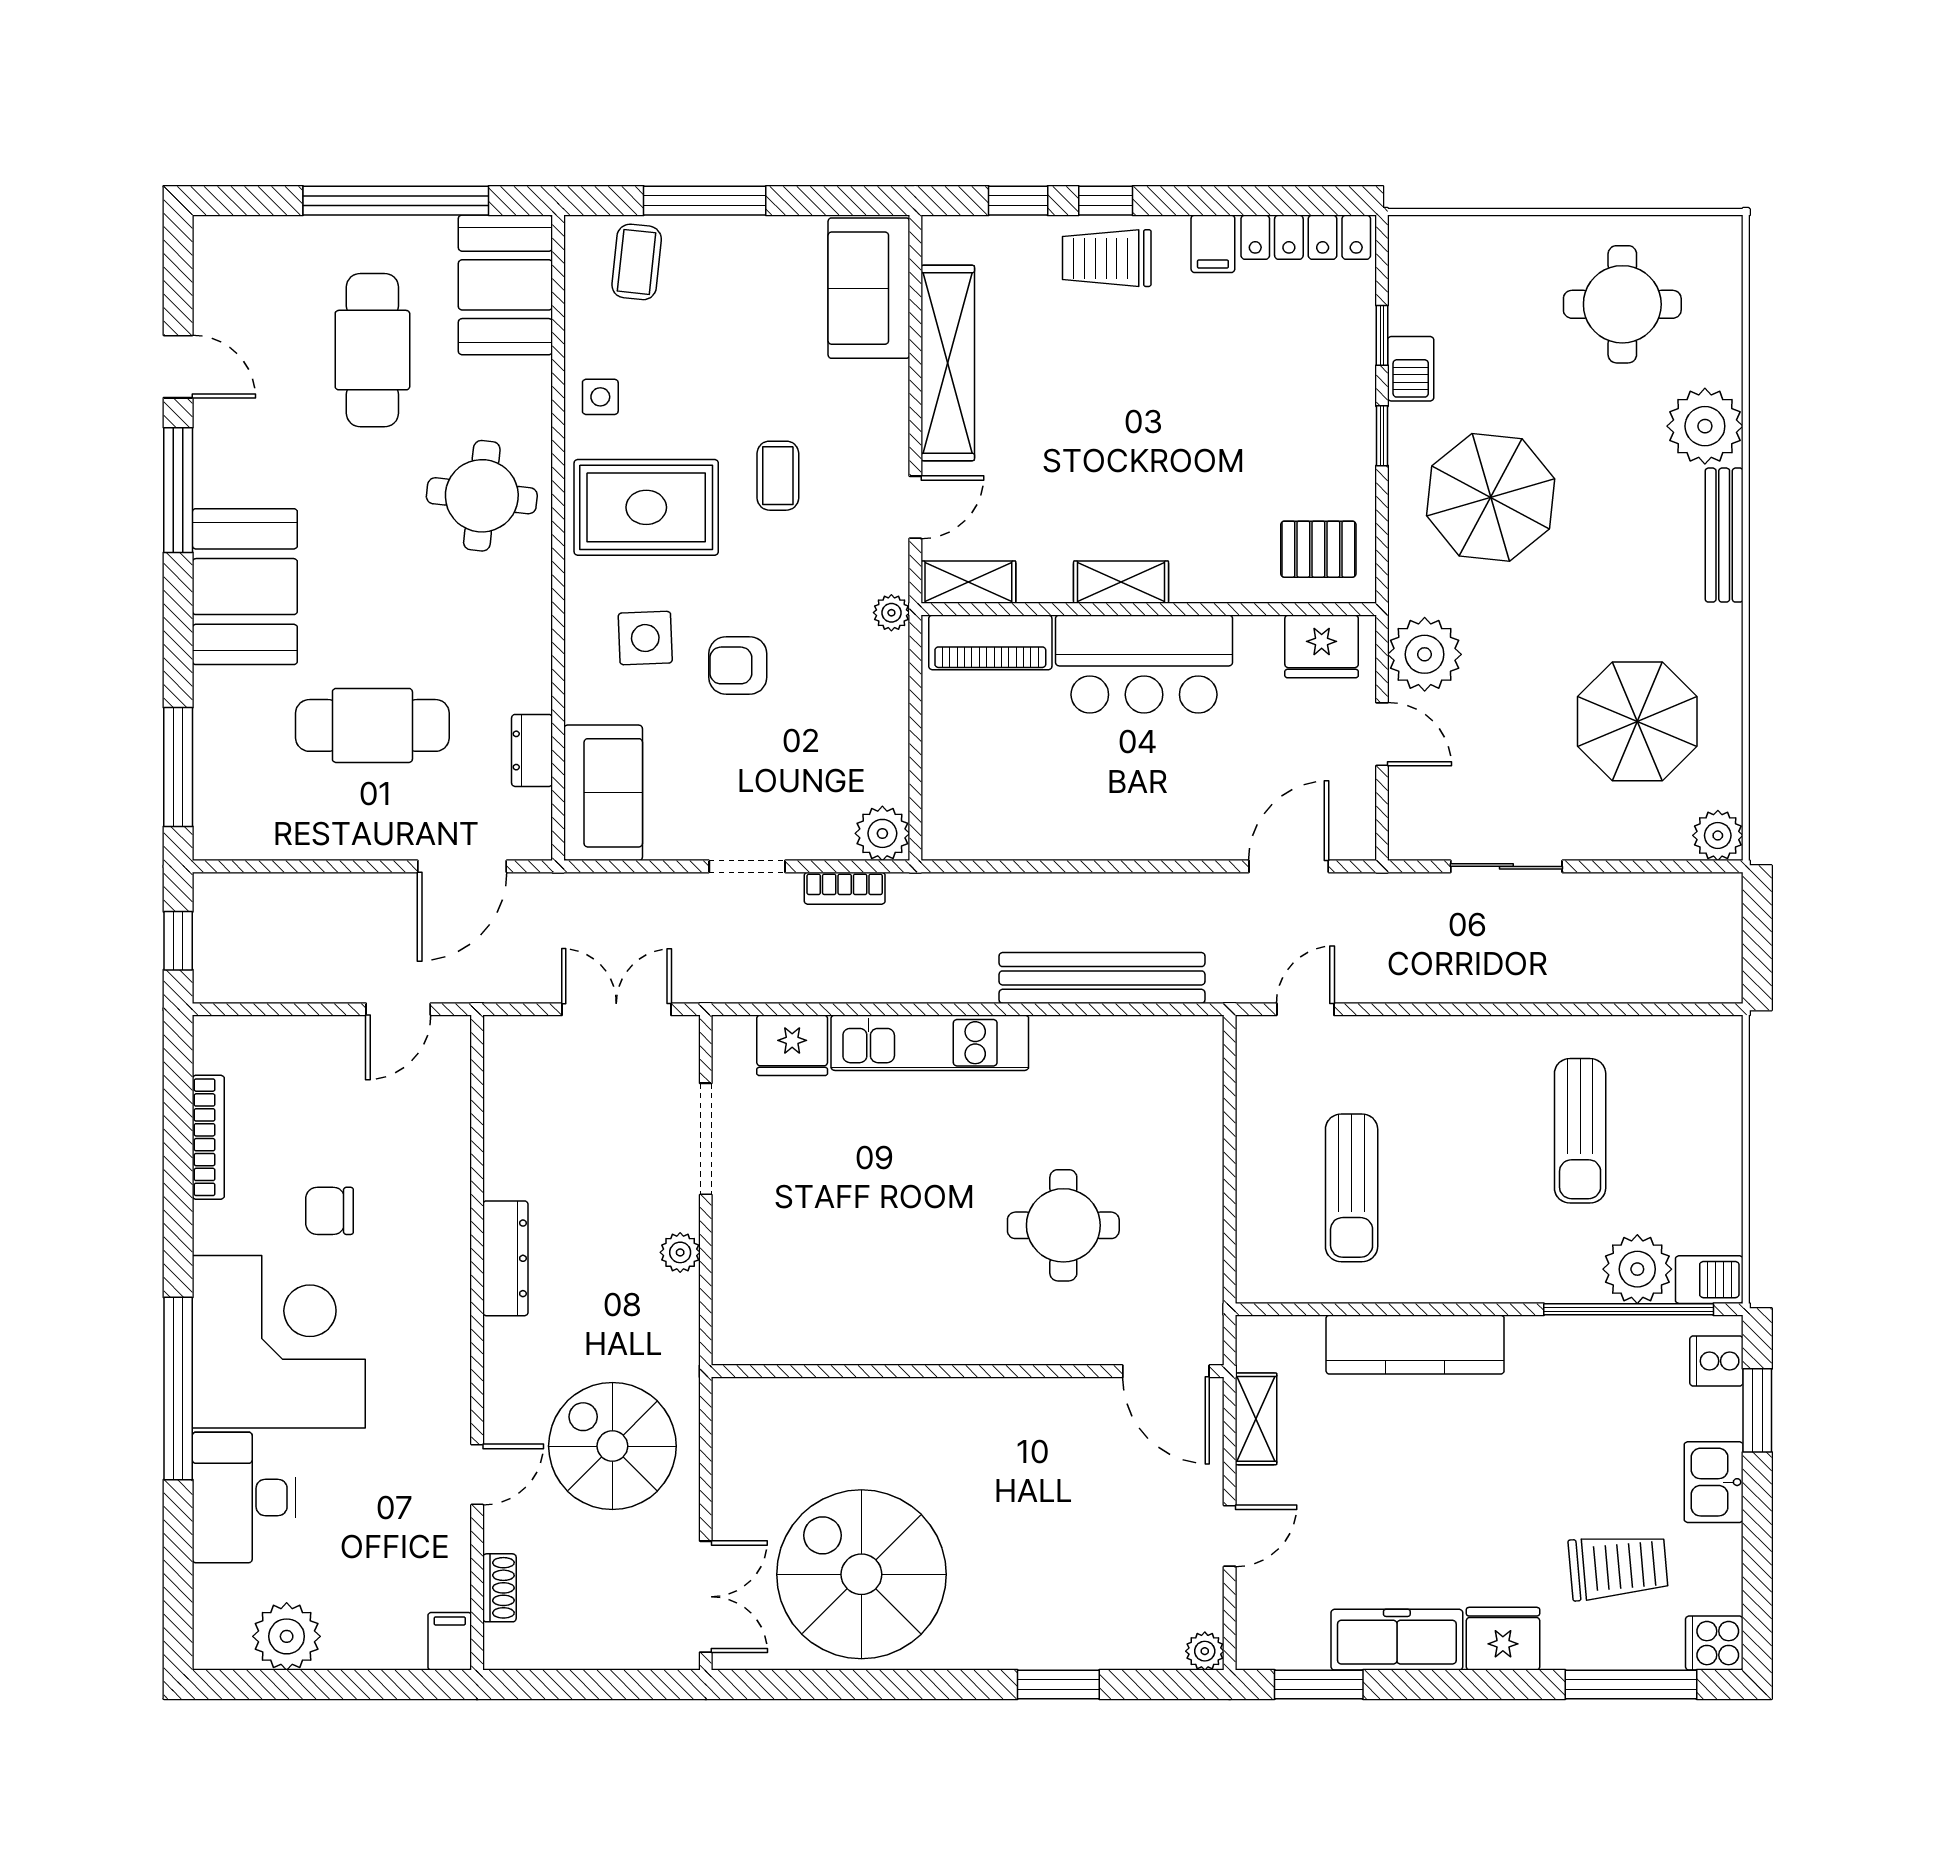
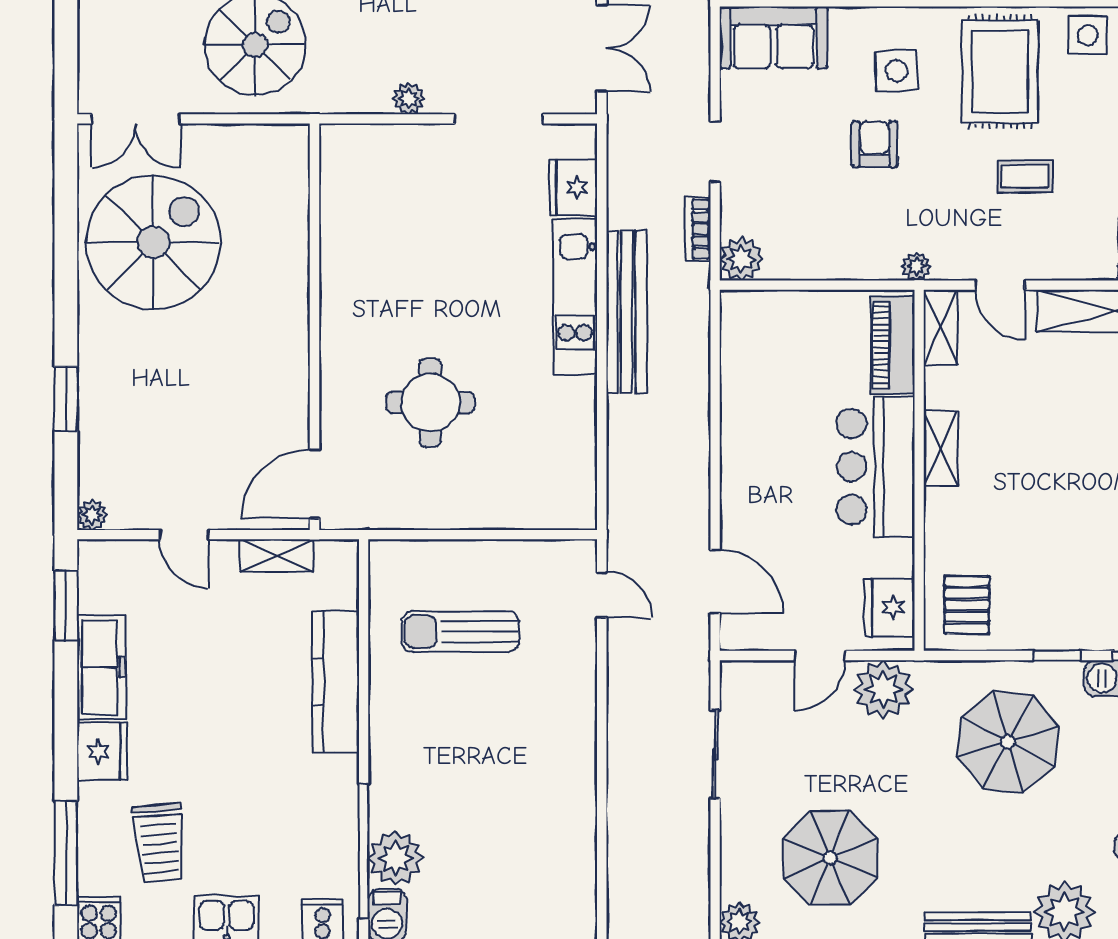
side table: (600, 397) -> (1088, 35), width x1.37, depth x1.37
bench: (1102, 978) -> (627, 312), moved
sun lounger: (1580, 1131) -> (505, 813), removed

